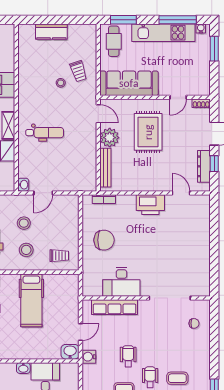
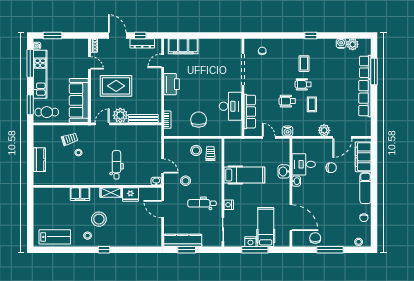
filing cabinet: (200, 220) -> (183, 46), added
stool: (26, 250) -> (196, 150), moved
washbasin: (70, 352) -> (284, 171), moved

